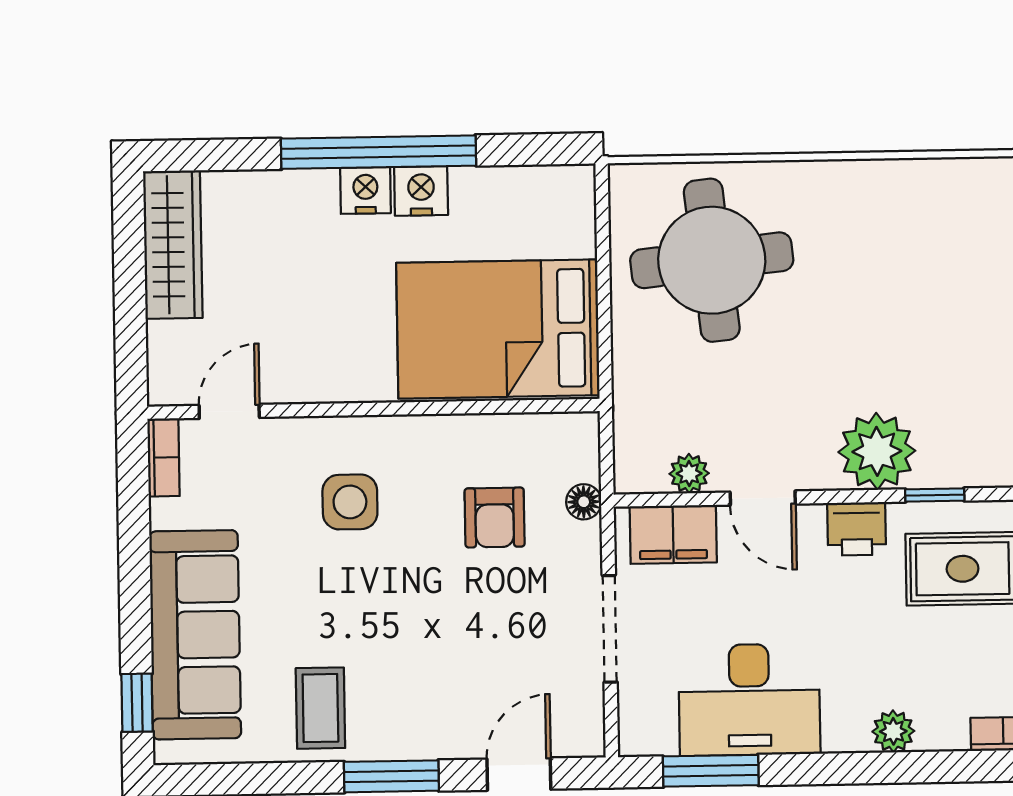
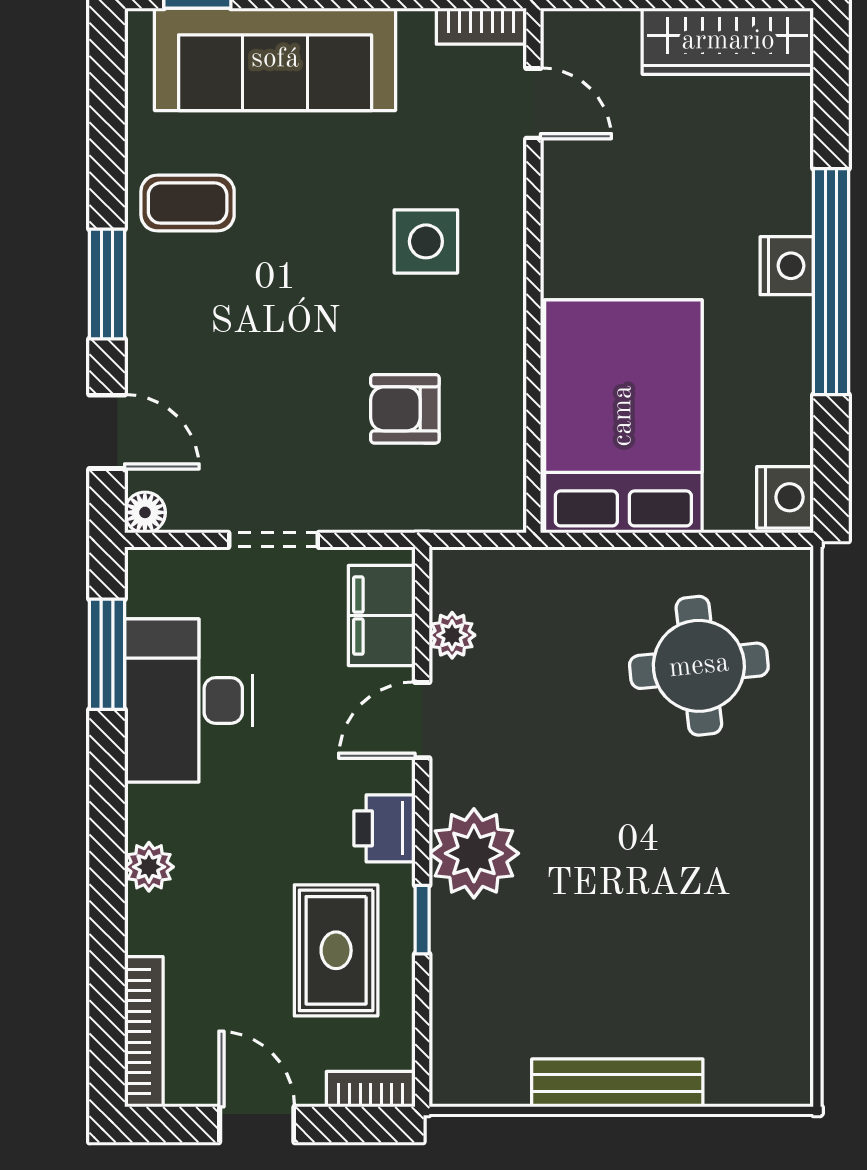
nightstand: (421, 191) -> (785, 497), moved
round table: (712, 260) -> (699, 666), width x0.73, depth x0.73
floor lamp: (584, 502) -> (145, 512), moved
doorway: (610, 629) -> (274, 540), width x0.73

